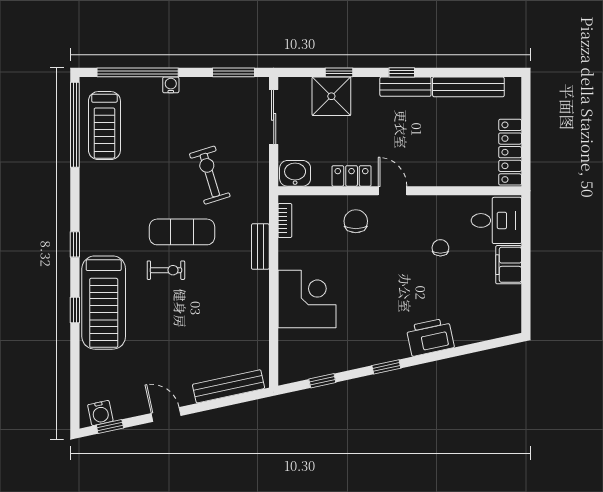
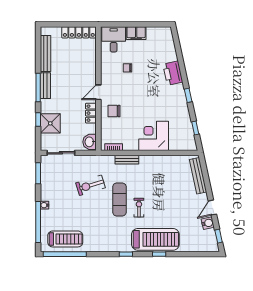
window: (402, 72) -> (38, 88), width x2.17
water cooler: (100, 413) -> (208, 223), moved

